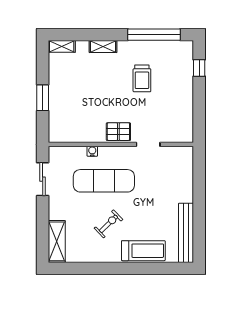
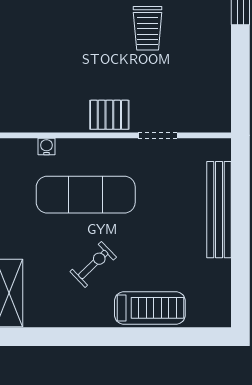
water cooler: (92, 151) -> (46, 147), moved
bench: (186, 233) -> (219, 210), moved

